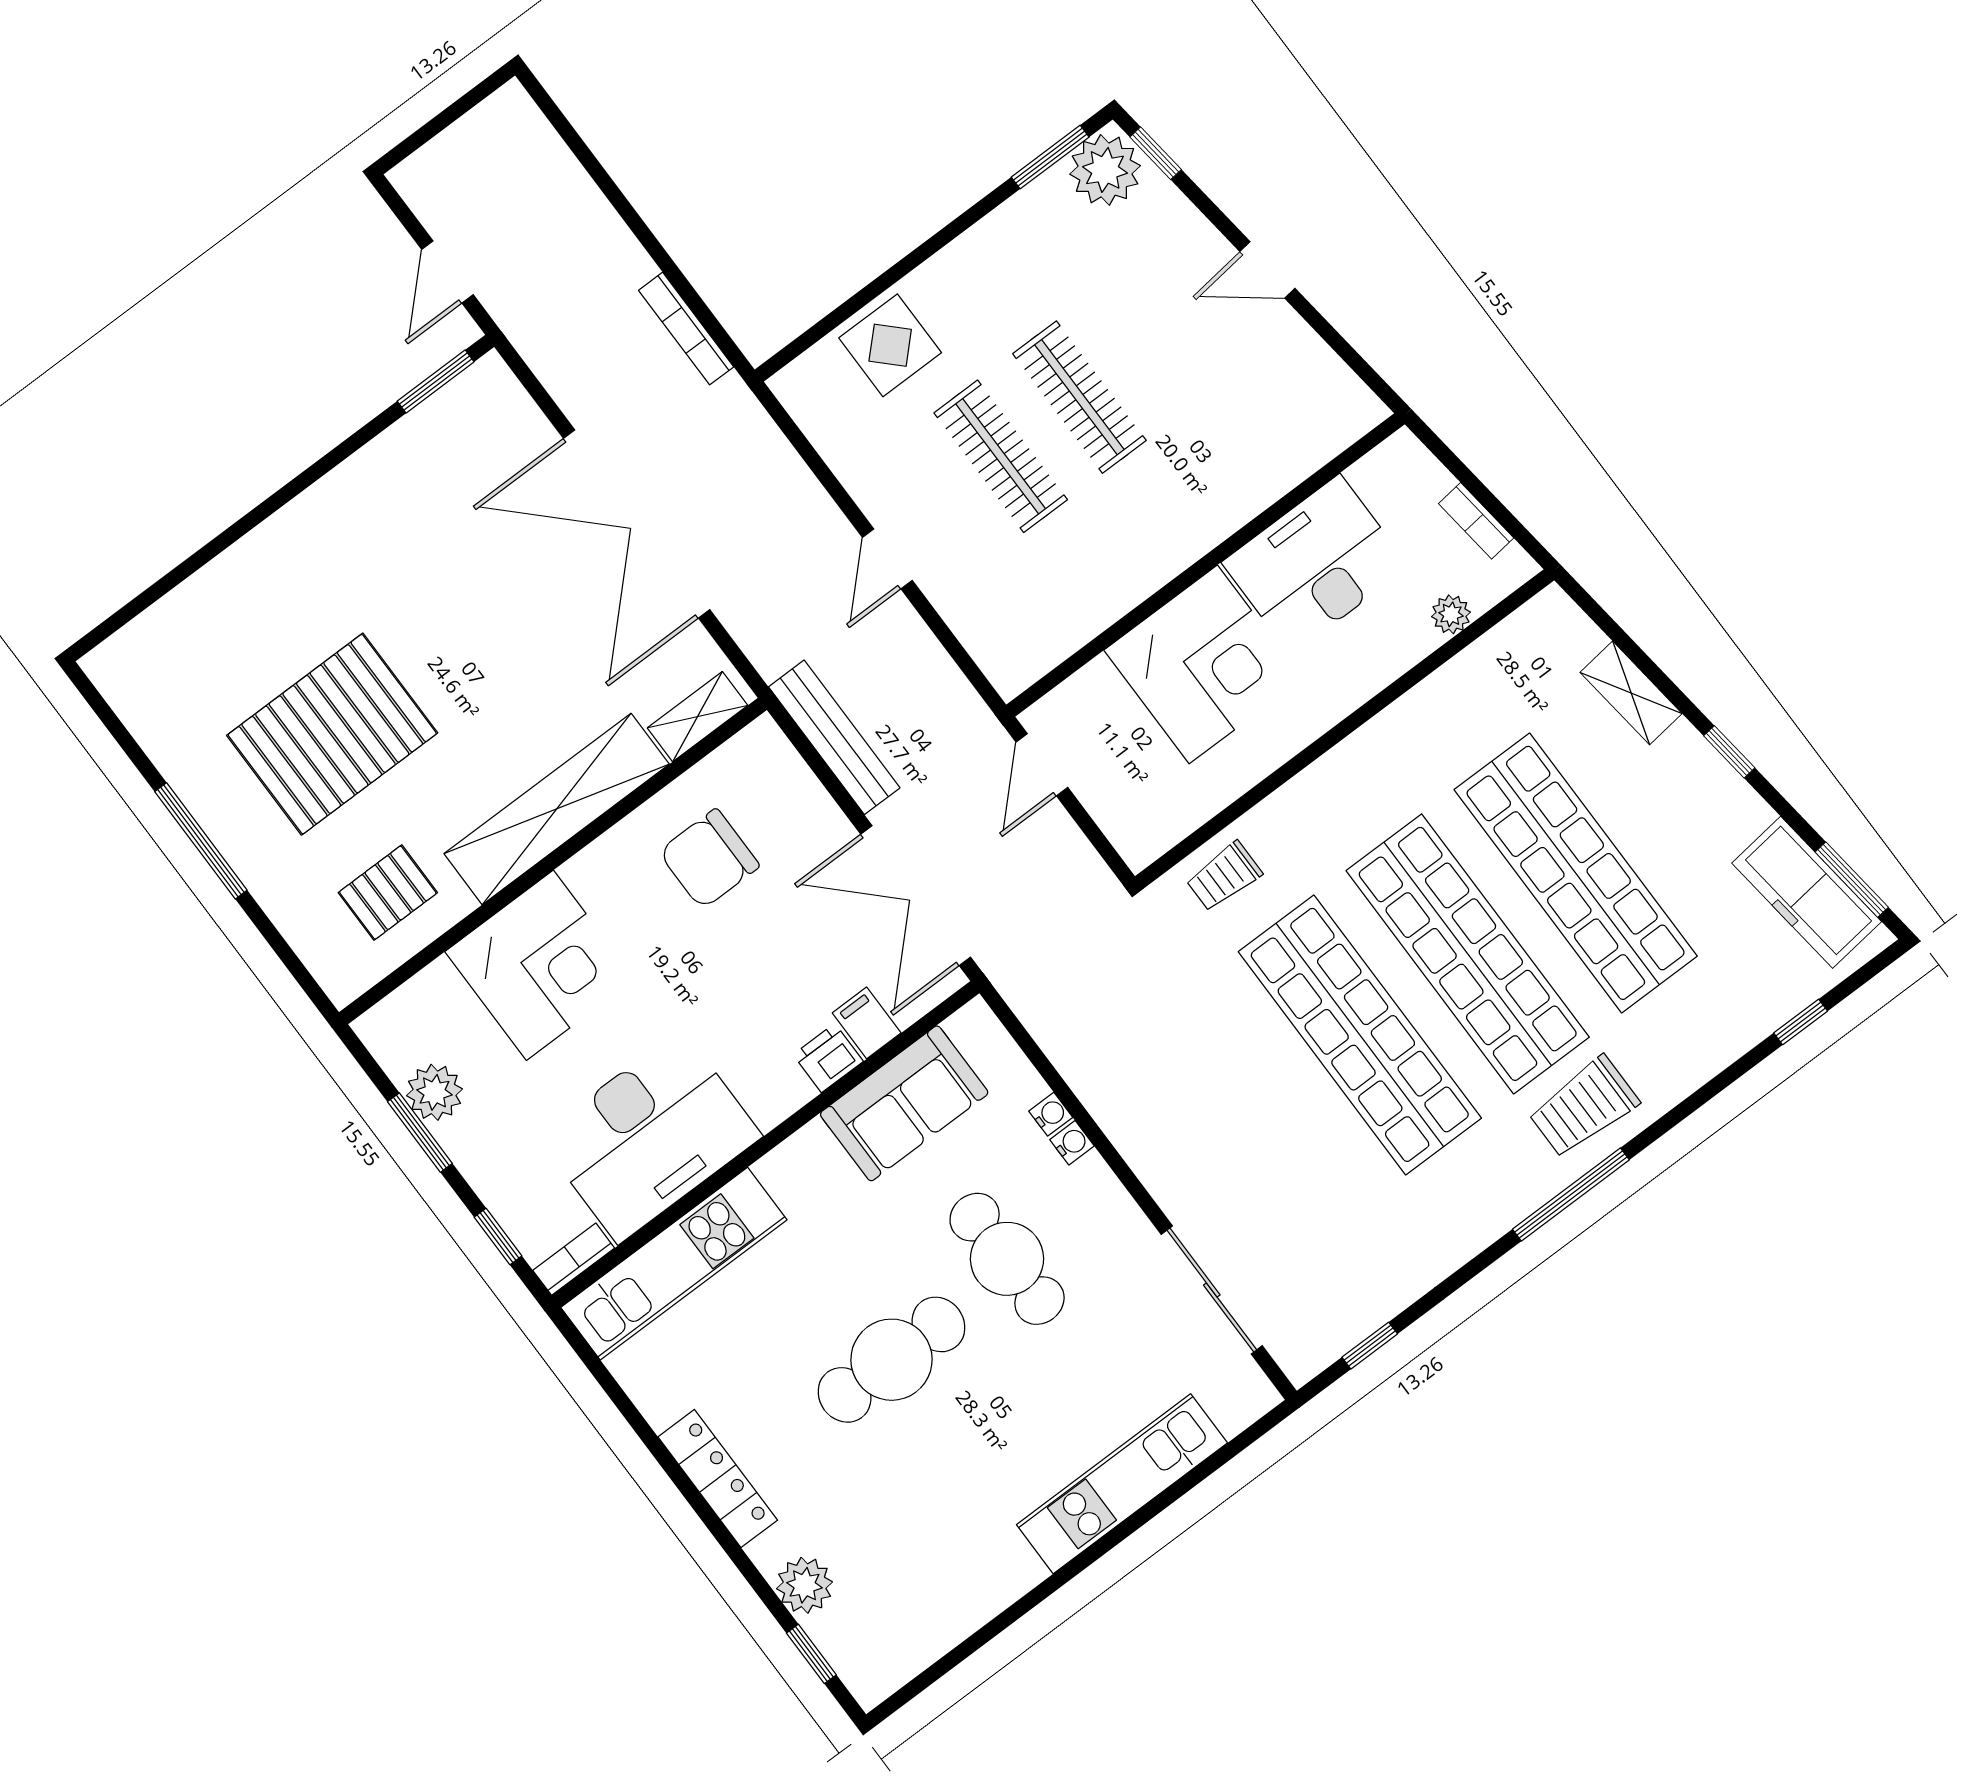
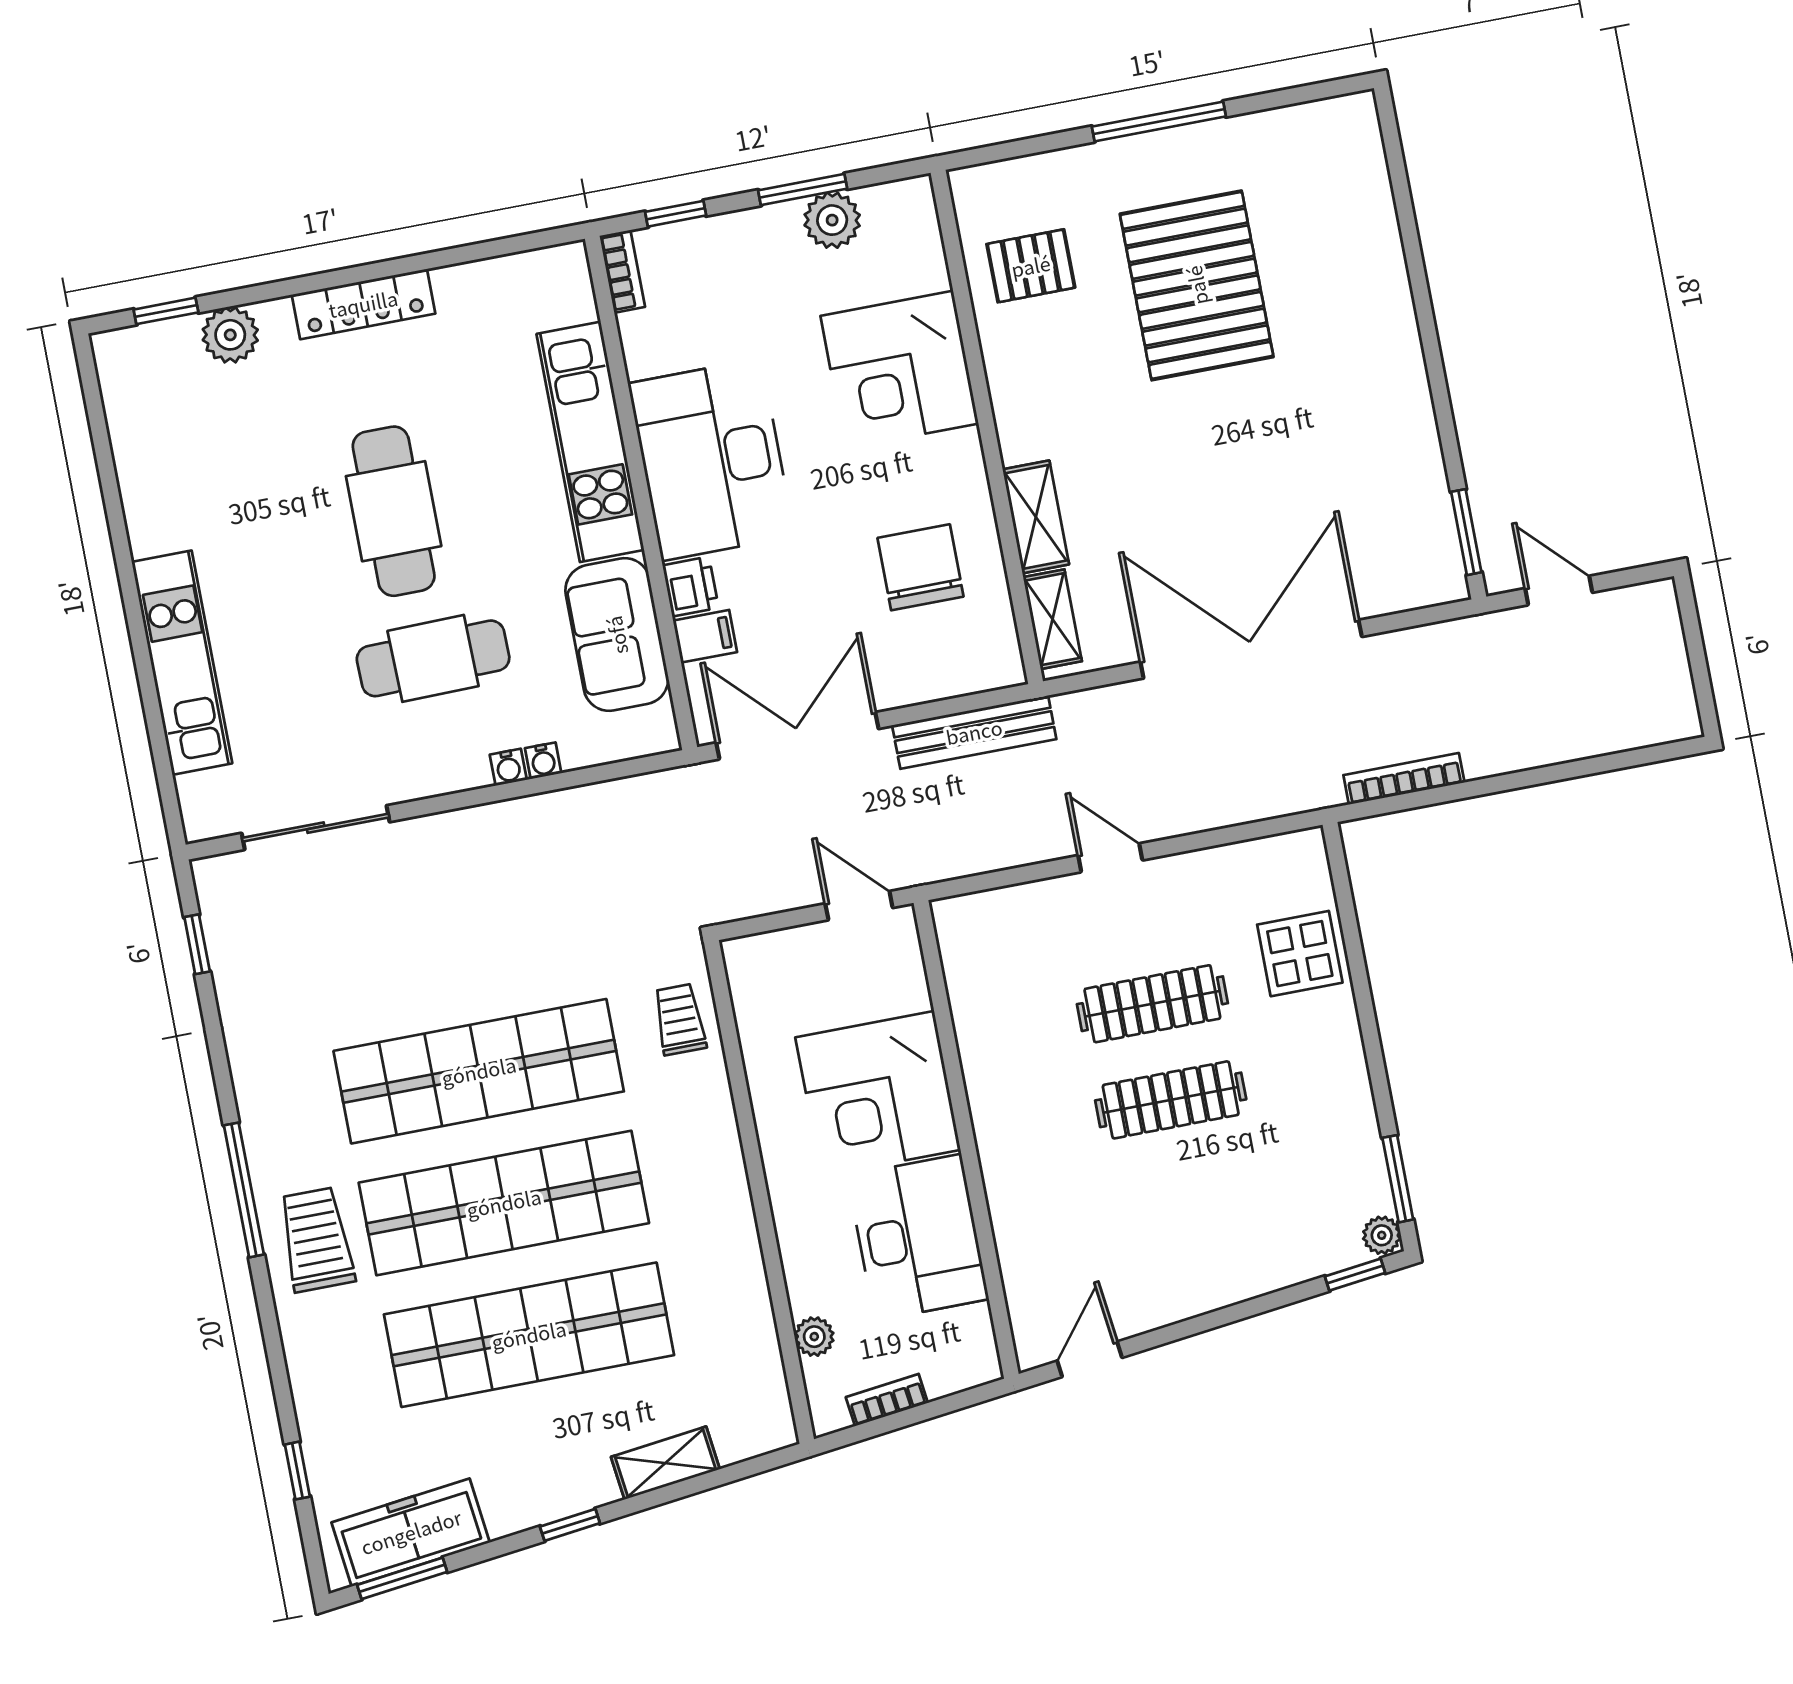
plant: (1105, 170) -> (1382, 1235), width x0.53, depth x0.53
door: (1267, 270) -> (1090, 1359), moved
shelving: (557, 809) -> (1036, 517), width x0.45, depth x0.75
pallet: (388, 893) -> (1031, 266), turned 90
desk: (650, 1136) -> (711, 460), moved
kitchen unit: (674, 1264) -> (590, 442), moved

